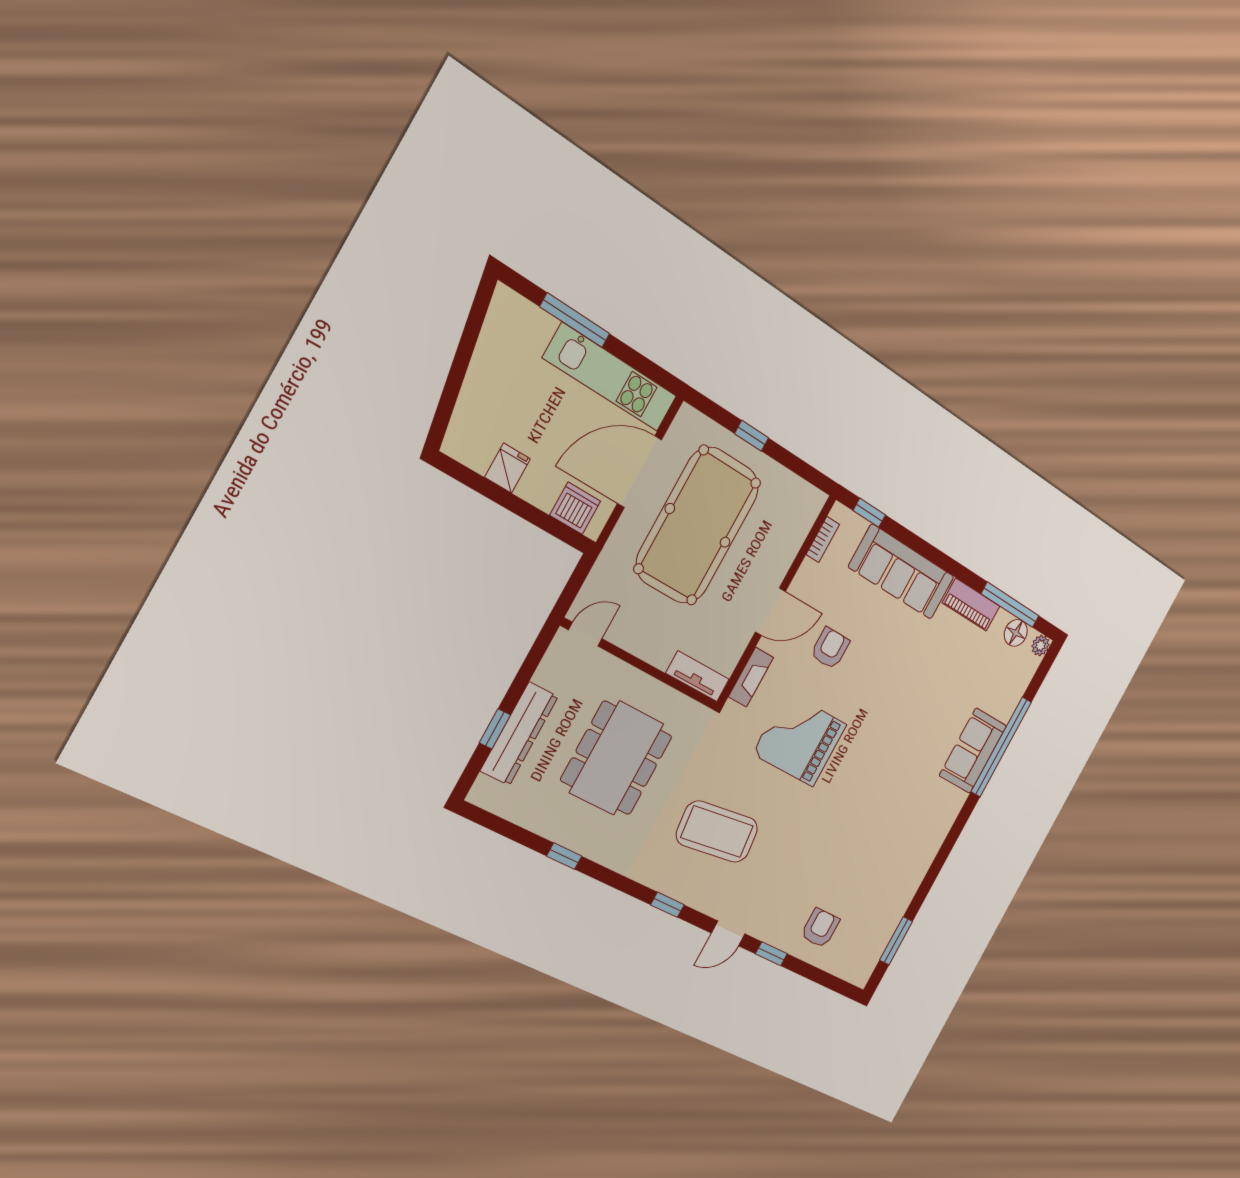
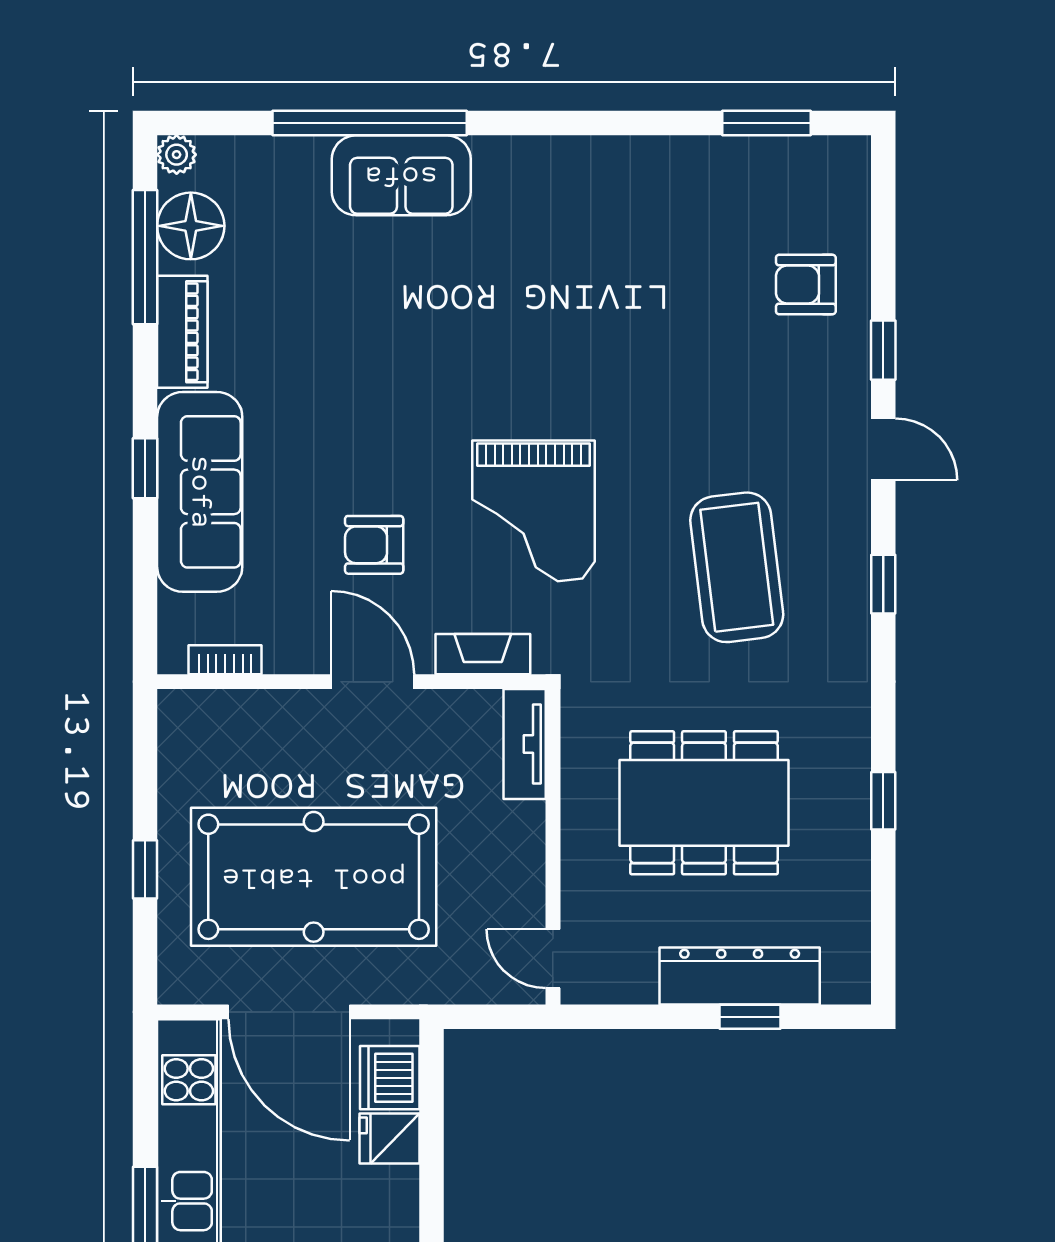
fridge: (507, 468) -> (389, 1138), moved
window: (869, 513) -> (145, 468), moved
floor lamp: (1016, 633) -> (191, 226), width x1.38, depth x1.38

